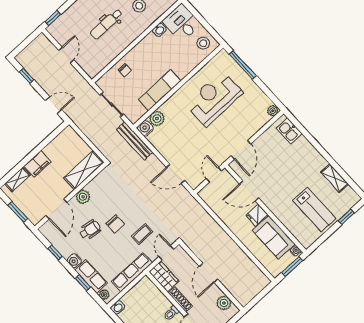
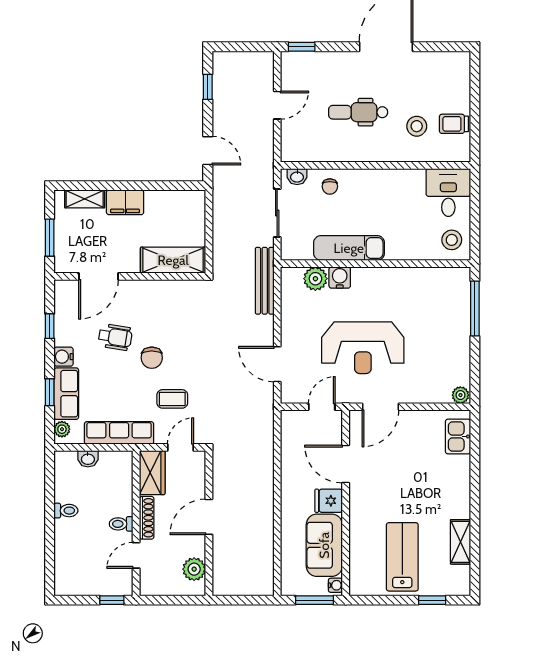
washbasin: (159, 30) -> (297, 177), moved
reception desk: (214, 98) -> (363, 348), moved, turned 180
water cooler: (145, 128) -> (340, 278), moved
plant: (83, 197) -> (143, 291), removed
lab bench: (314, 210) -> (402, 557), turned 180
washbasin: (118, 307) -> (88, 459), moved

